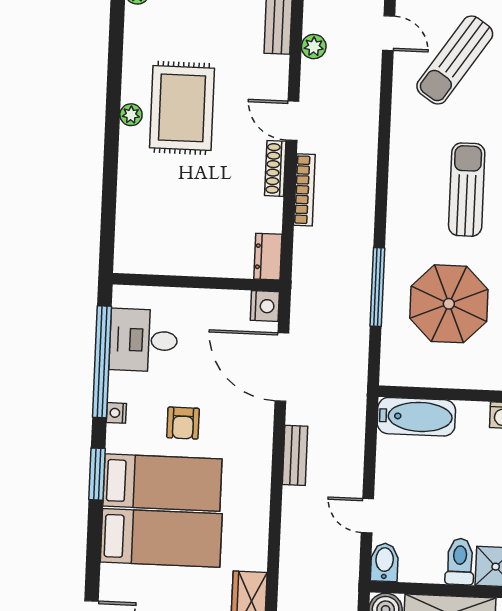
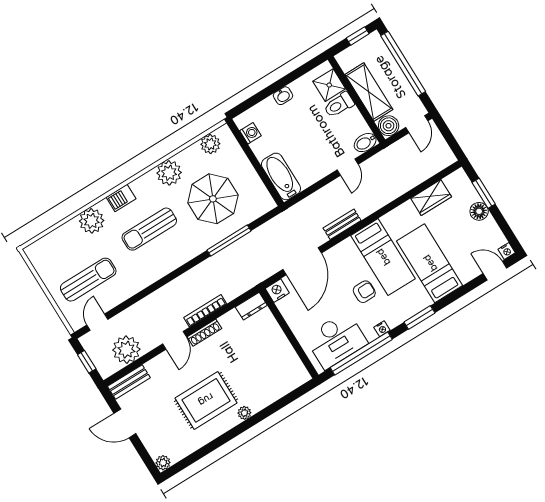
plant: (314, 47) -> (126, 350), width x1.88, depth x1.88
sun lounger: (455, 60) -> (88, 280), turned -34
plant: (131, 115) -> (244, 413), moved
desk: (143, 340) -> (336, 340), width x1.37
bed: (162, 482) -> (383, 257), moved, turned 180

